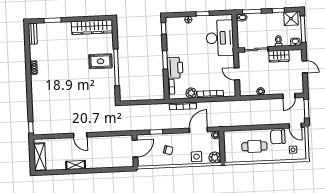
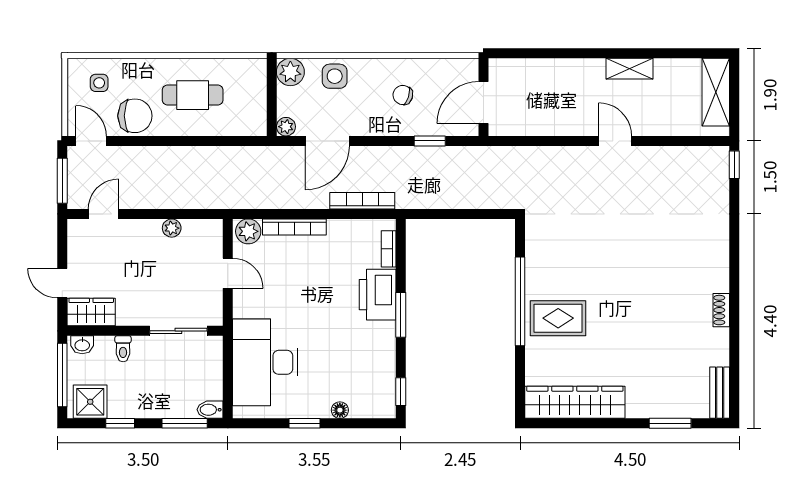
wardrobe: (279, 56) -> (91, 312), moved
plant: (191, 93) -> (248, 231), moved

